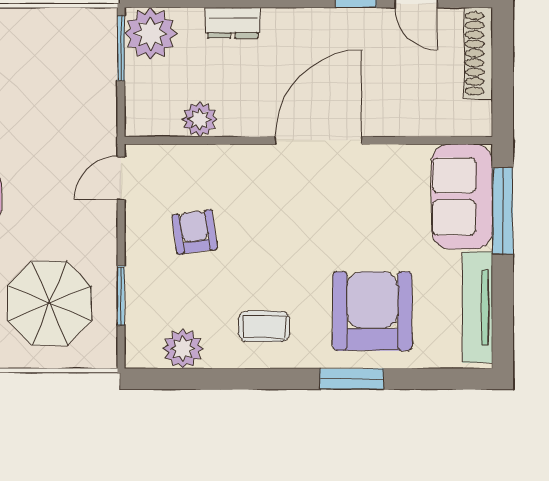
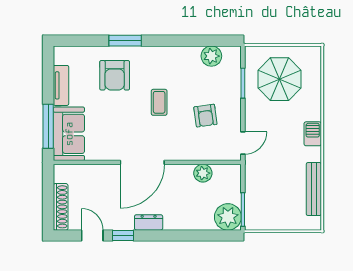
dresser: (233, 23) -> (149, 222), moved
tv unit: (477, 307) -> (61, 85), width x0.71
armchair: (372, 311) -> (115, 75), width x0.73, depth x0.73
coffee table: (264, 327) -> (159, 102), moved, turned 90

